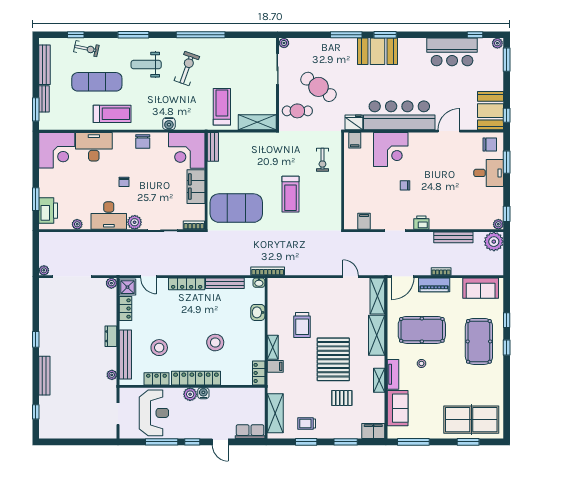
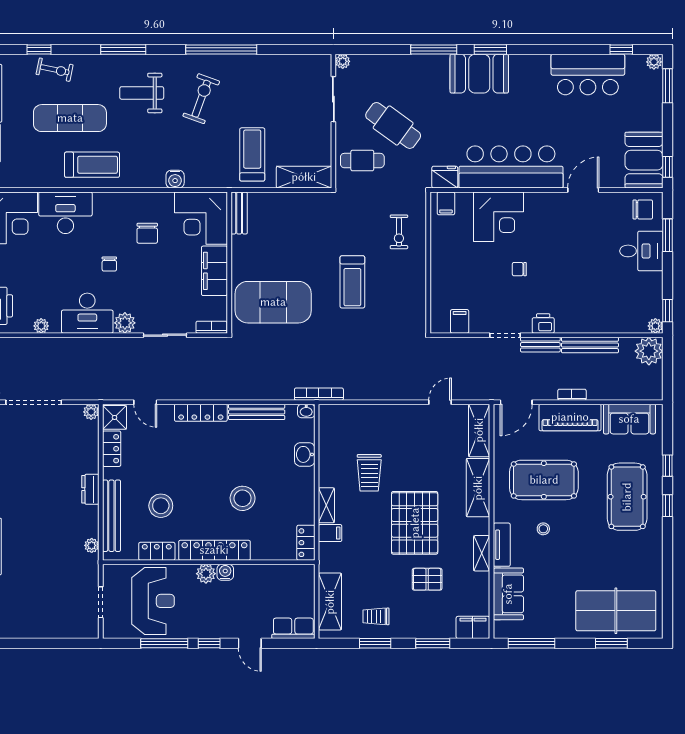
chair: (143, 142) -> (147, 233), moved
bench: (419, 237) -> (540, 345), added
door: (351, 277) -> (440, 402), hinge flipped
piano: (434, 285) -> (570, 417), width x1.37, depth x1.33

